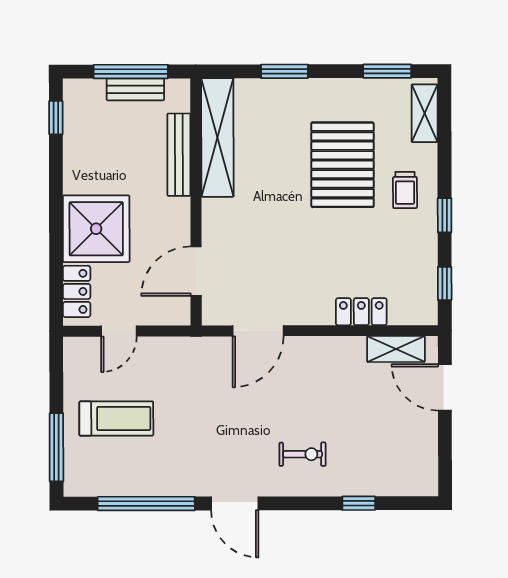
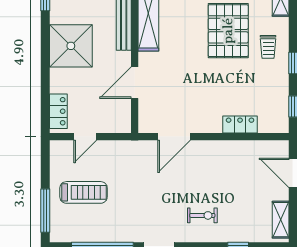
shower: (96, 229) -> (71, 46), moved
door: (196, 271) -> (135, 83), moved
shelving: (396, 349) -> (281, 220), moved, turned 90

